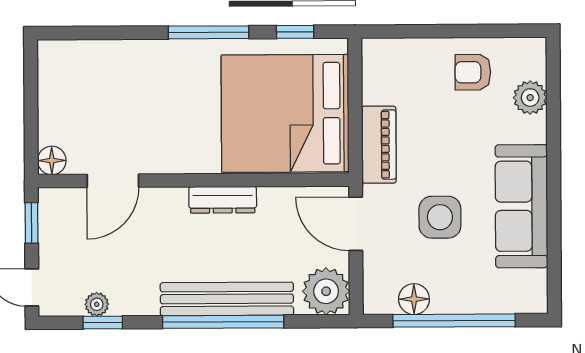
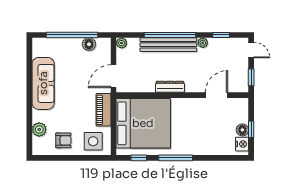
nightstand: (52, 66) -> (242, 144), added
window: (31, 101) -> (251, 129), added
floor lamp: (52, 160) -> (242, 130), moved
side table: (440, 217) -> (93, 141), moved
door: (356, 224) -> (114, 76), swing flipped
plant: (326, 291) -> (122, 43), width x0.53, depth x0.53
plant: (97, 304) -> (203, 43), moved

